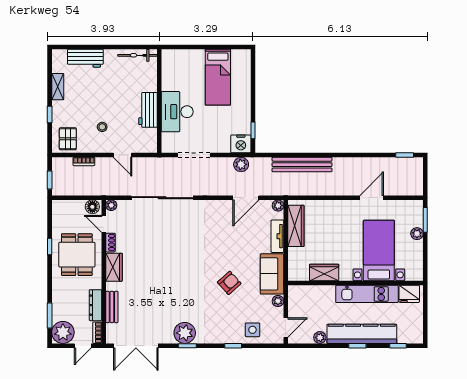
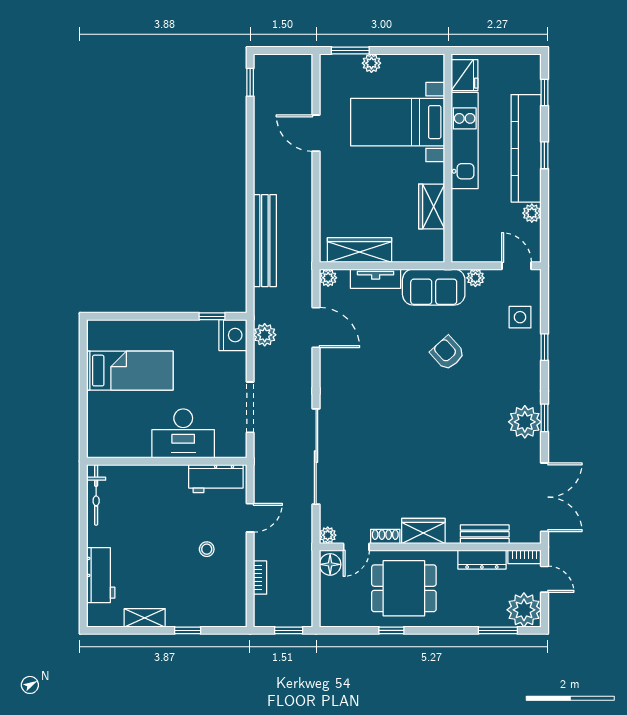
workbench: (148, 110) -> (216, 479), moved
pallet: (68, 139) -> (225, 602), removed

